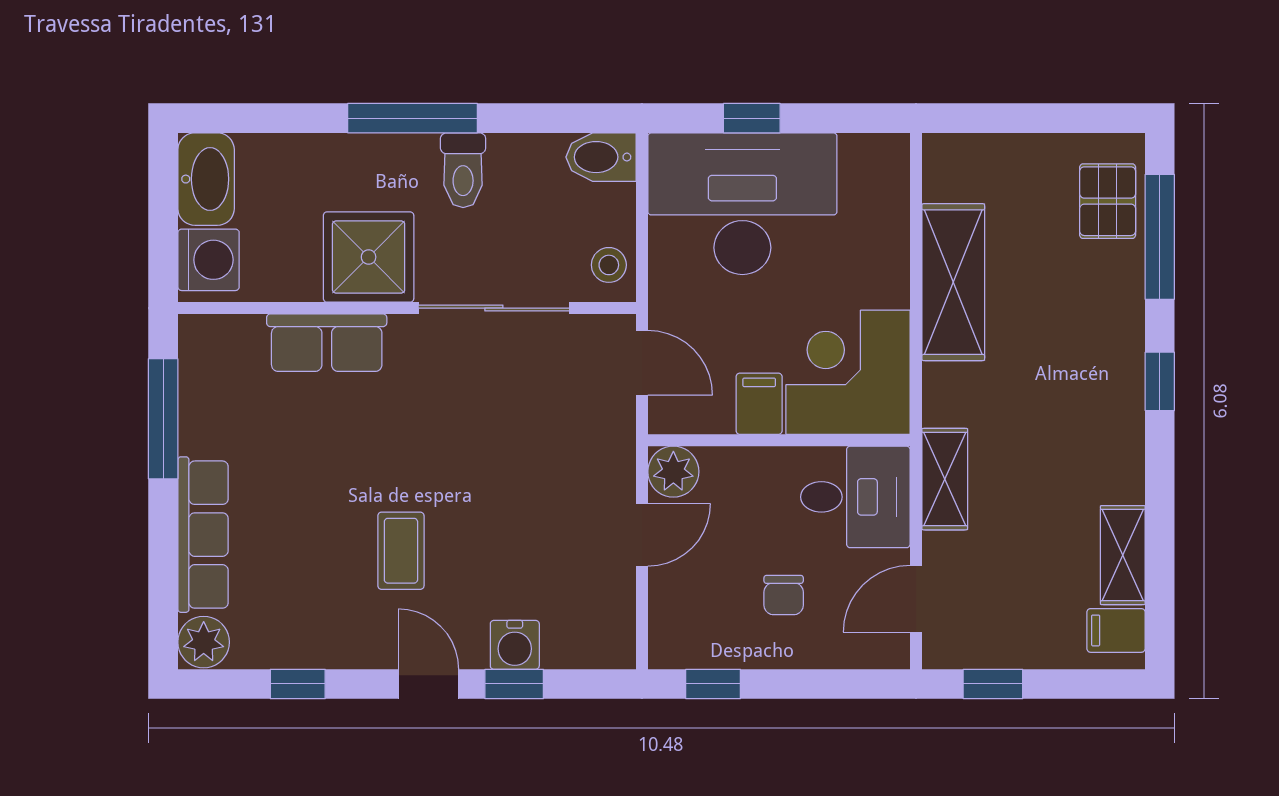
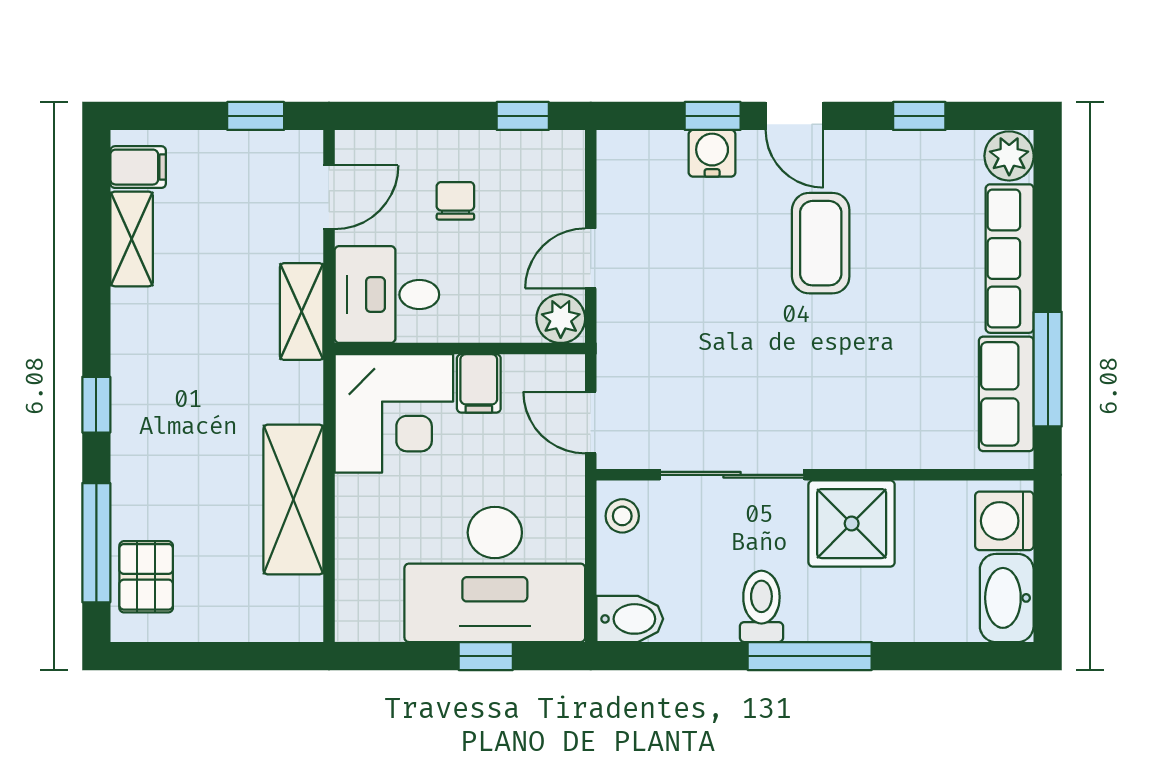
row of seats: (327, 343) -> (1006, 394), moved, turned -90
coffee table: (401, 551) -> (821, 243), width x1.36, depth x1.30

